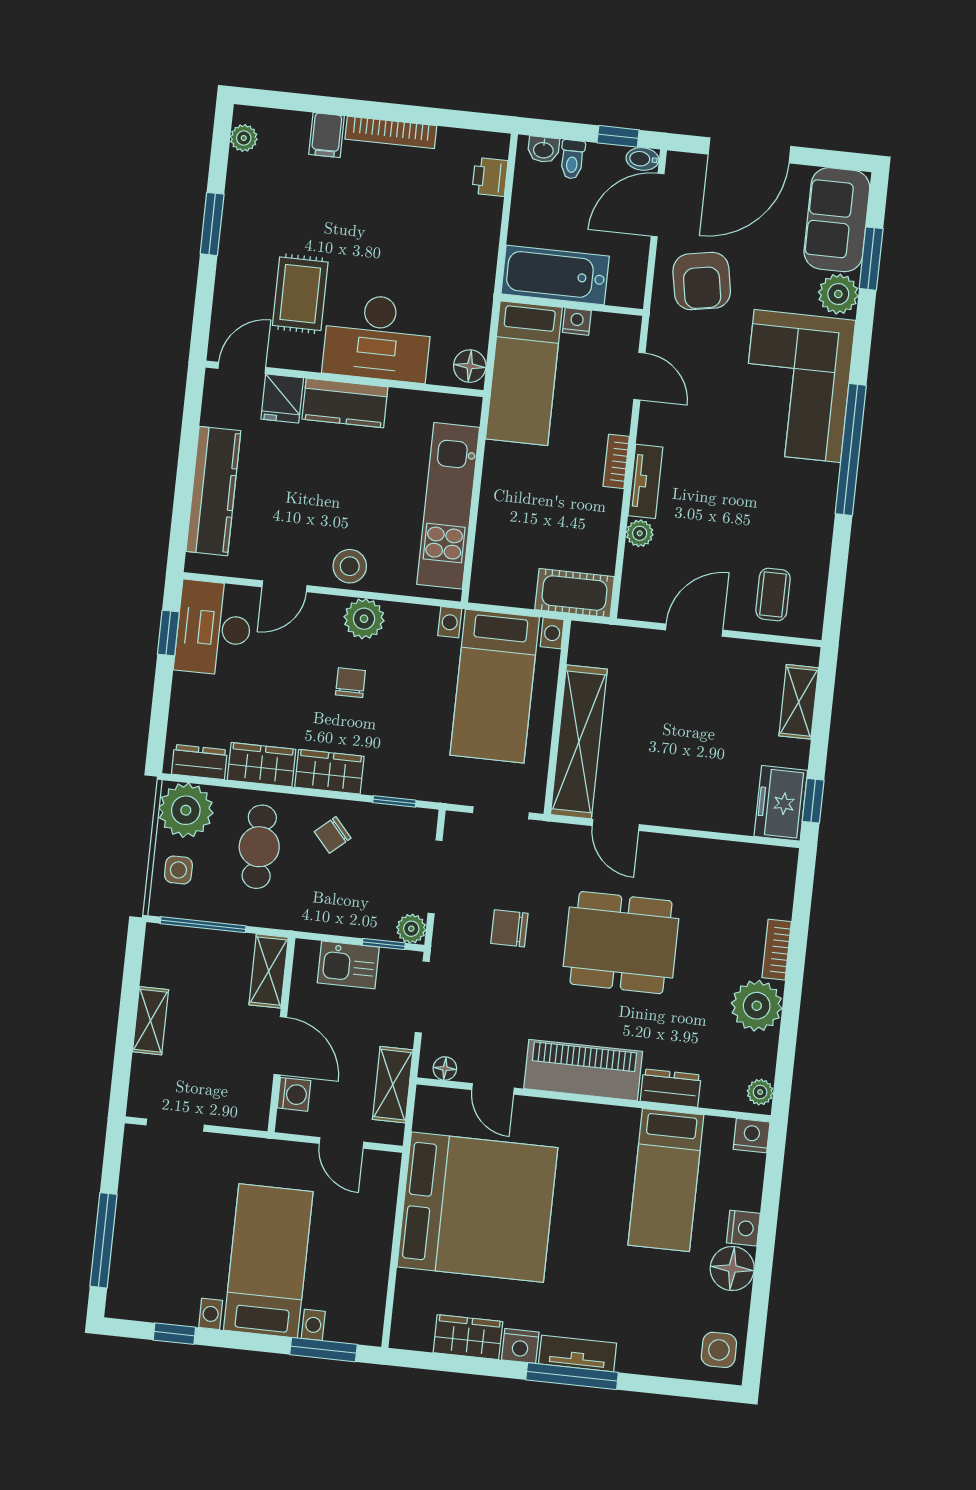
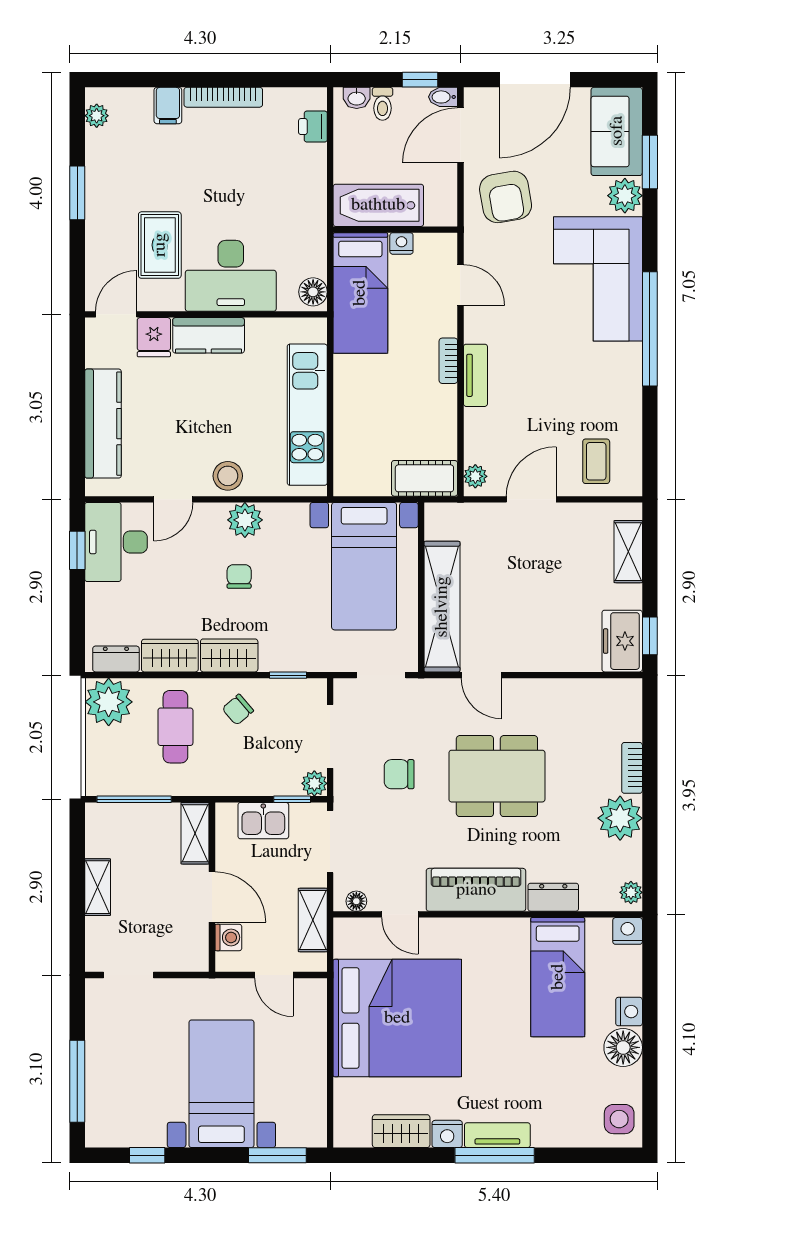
plant: (640, 533) -> (475, 476), moved
side table: (178, 870) -> (108, 754), removed

